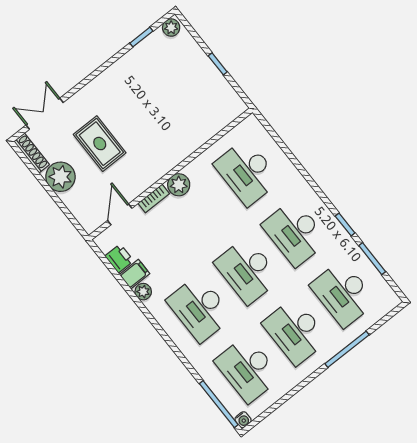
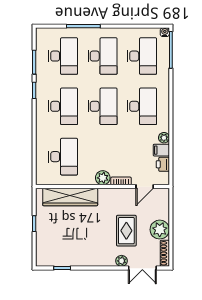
plant: (171, 28) -> (122, 261), moved
wardrobe: (200, 130) -> (70, 197), added

